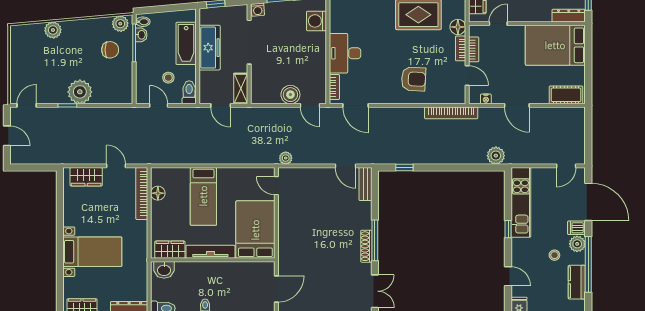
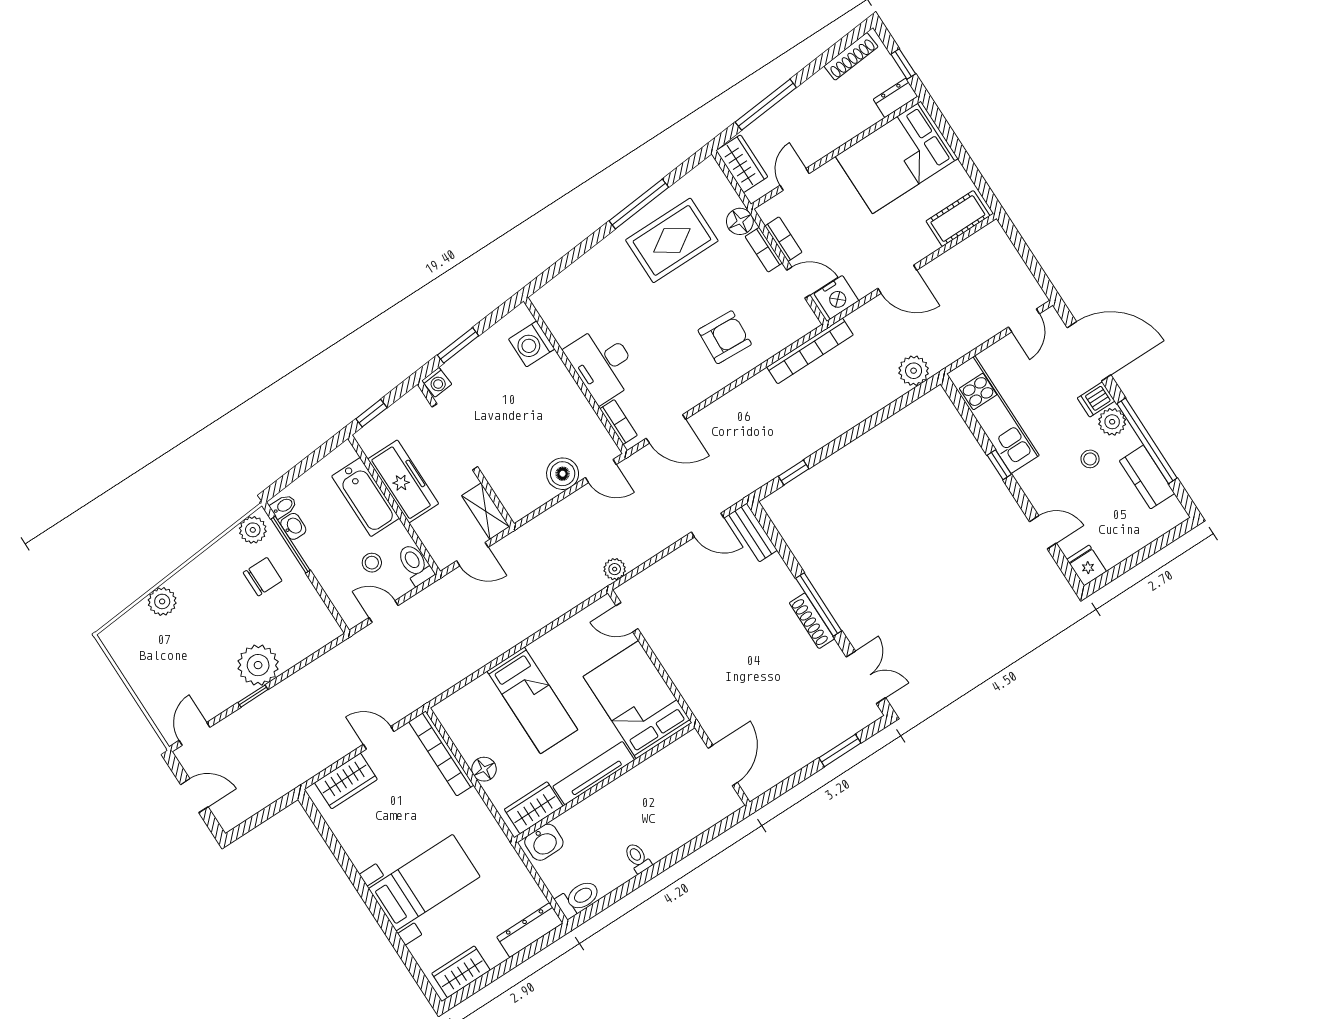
dresser: (569, 16) -> (895, 98), width x0.70
nightstand: (486, 99) -> (836, 297), width x1.89, depth x1.79
floor lamp: (158, 193) -> (484, 769), moved

